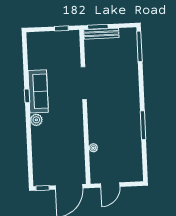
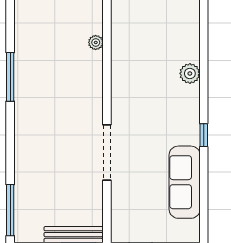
sofa: (38, 91) -> (185, 182), moved
plant: (36, 120) -> (190, 73), moved

